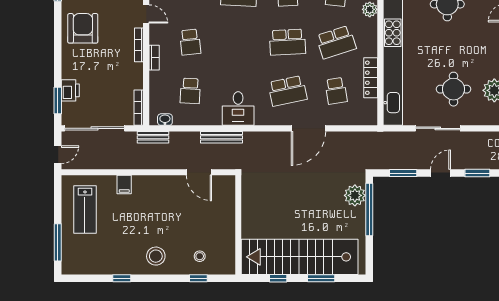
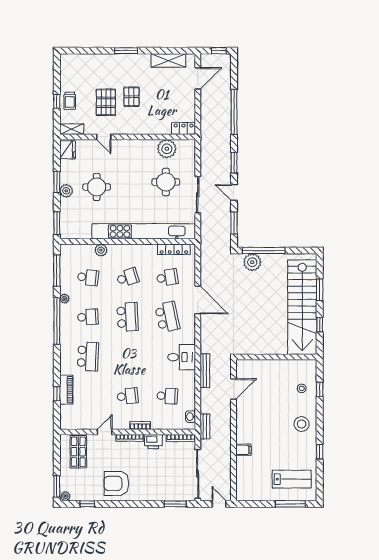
school desk: (336, 42) -> (128, 277), width x0.54
locker: (371, 78) -> (174, 249), moved
printer: (70, 90) -> (153, 442), moved, turned 180
lab bench: (85, 210) -> (292, 479), moved

